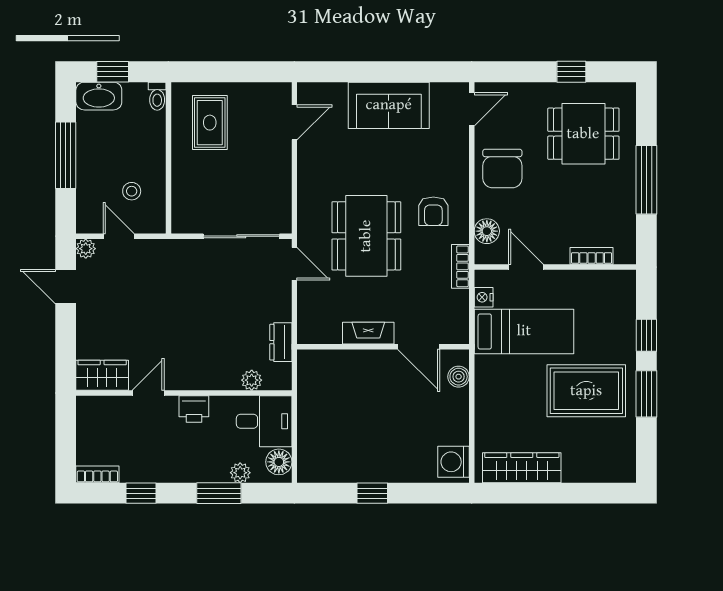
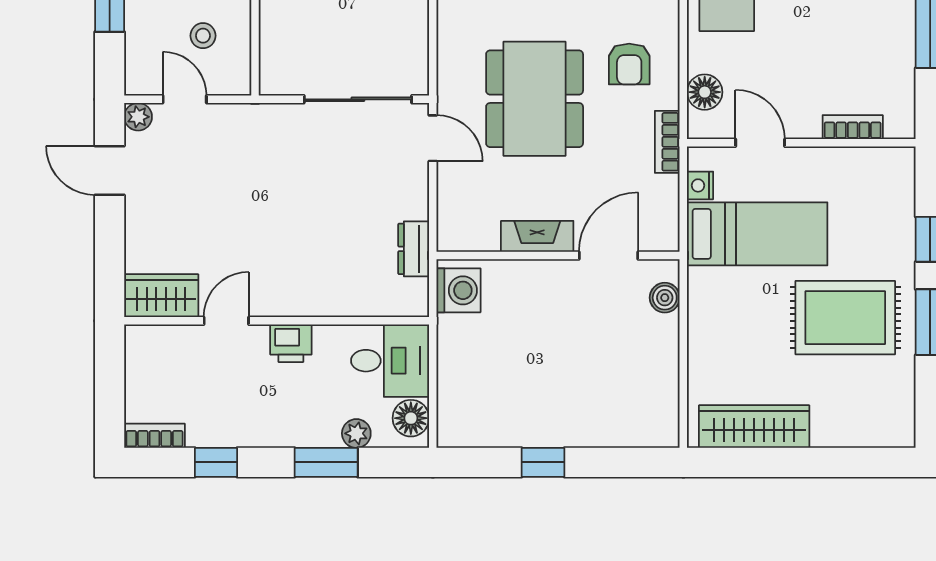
door: (419, 347) -> (609, 255), swing flipped
plant: (252, 380) -> (372, 303), removed
washing machine: (454, 462) -> (458, 290), moved, turned 180

